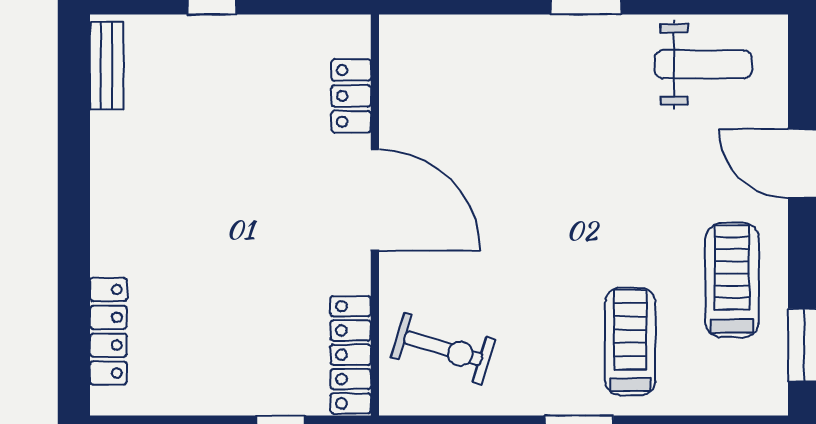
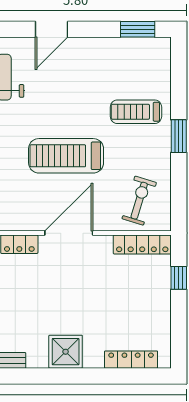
shower: (125, 193) -> (66, 352), added
treadmill: (732, 280) -> (66, 156), moved, width x1.37, depth x1.38

